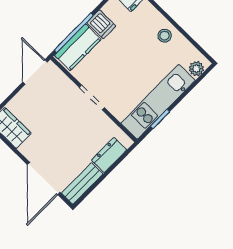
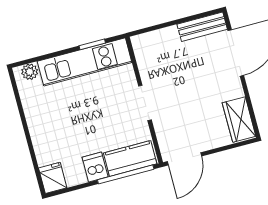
stool: (165, 36) -> (41, 121), removed
dresser: (109, 155) -> (161, 39), removed

